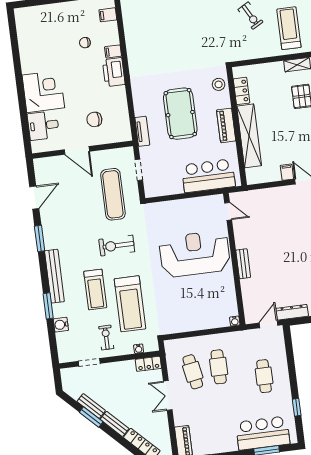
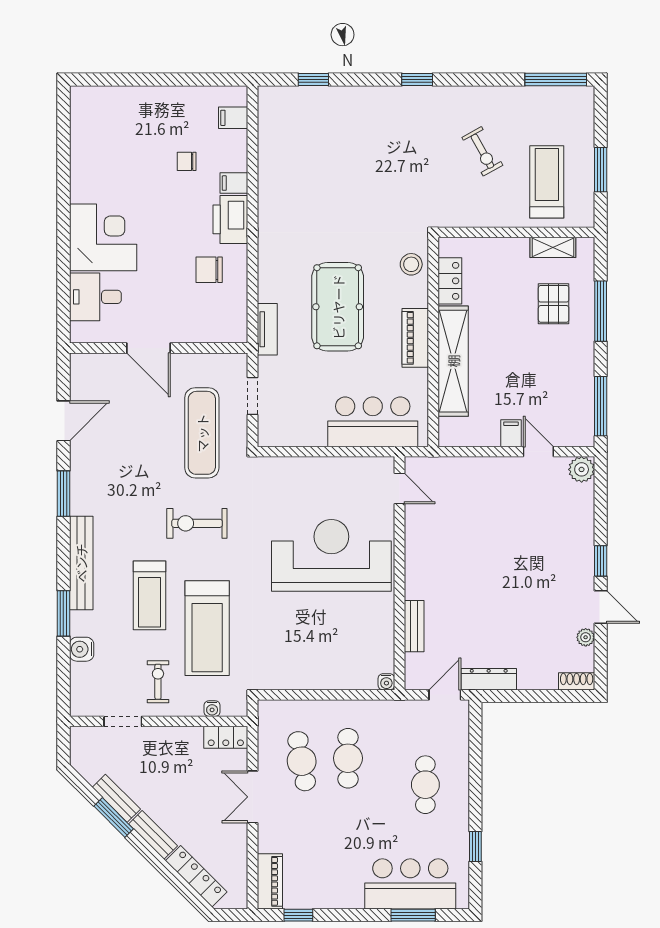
chair: (94, 119) -> (209, 270), moved
bench: (243, 264) -> (414, 626), moved

